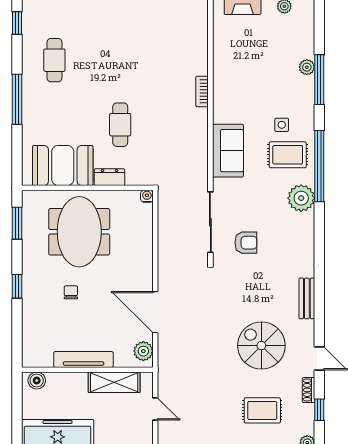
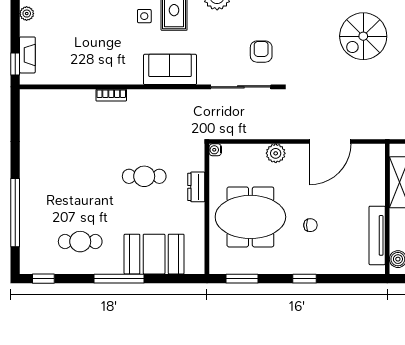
booth: (63, 165) -> (154, 254), moved, turned 90
chair: (71, 292) -> (310, 225), turned 180
plant: (143, 351) -> (276, 153), moved
tv unit: (83, 359) -> (377, 235), moved

